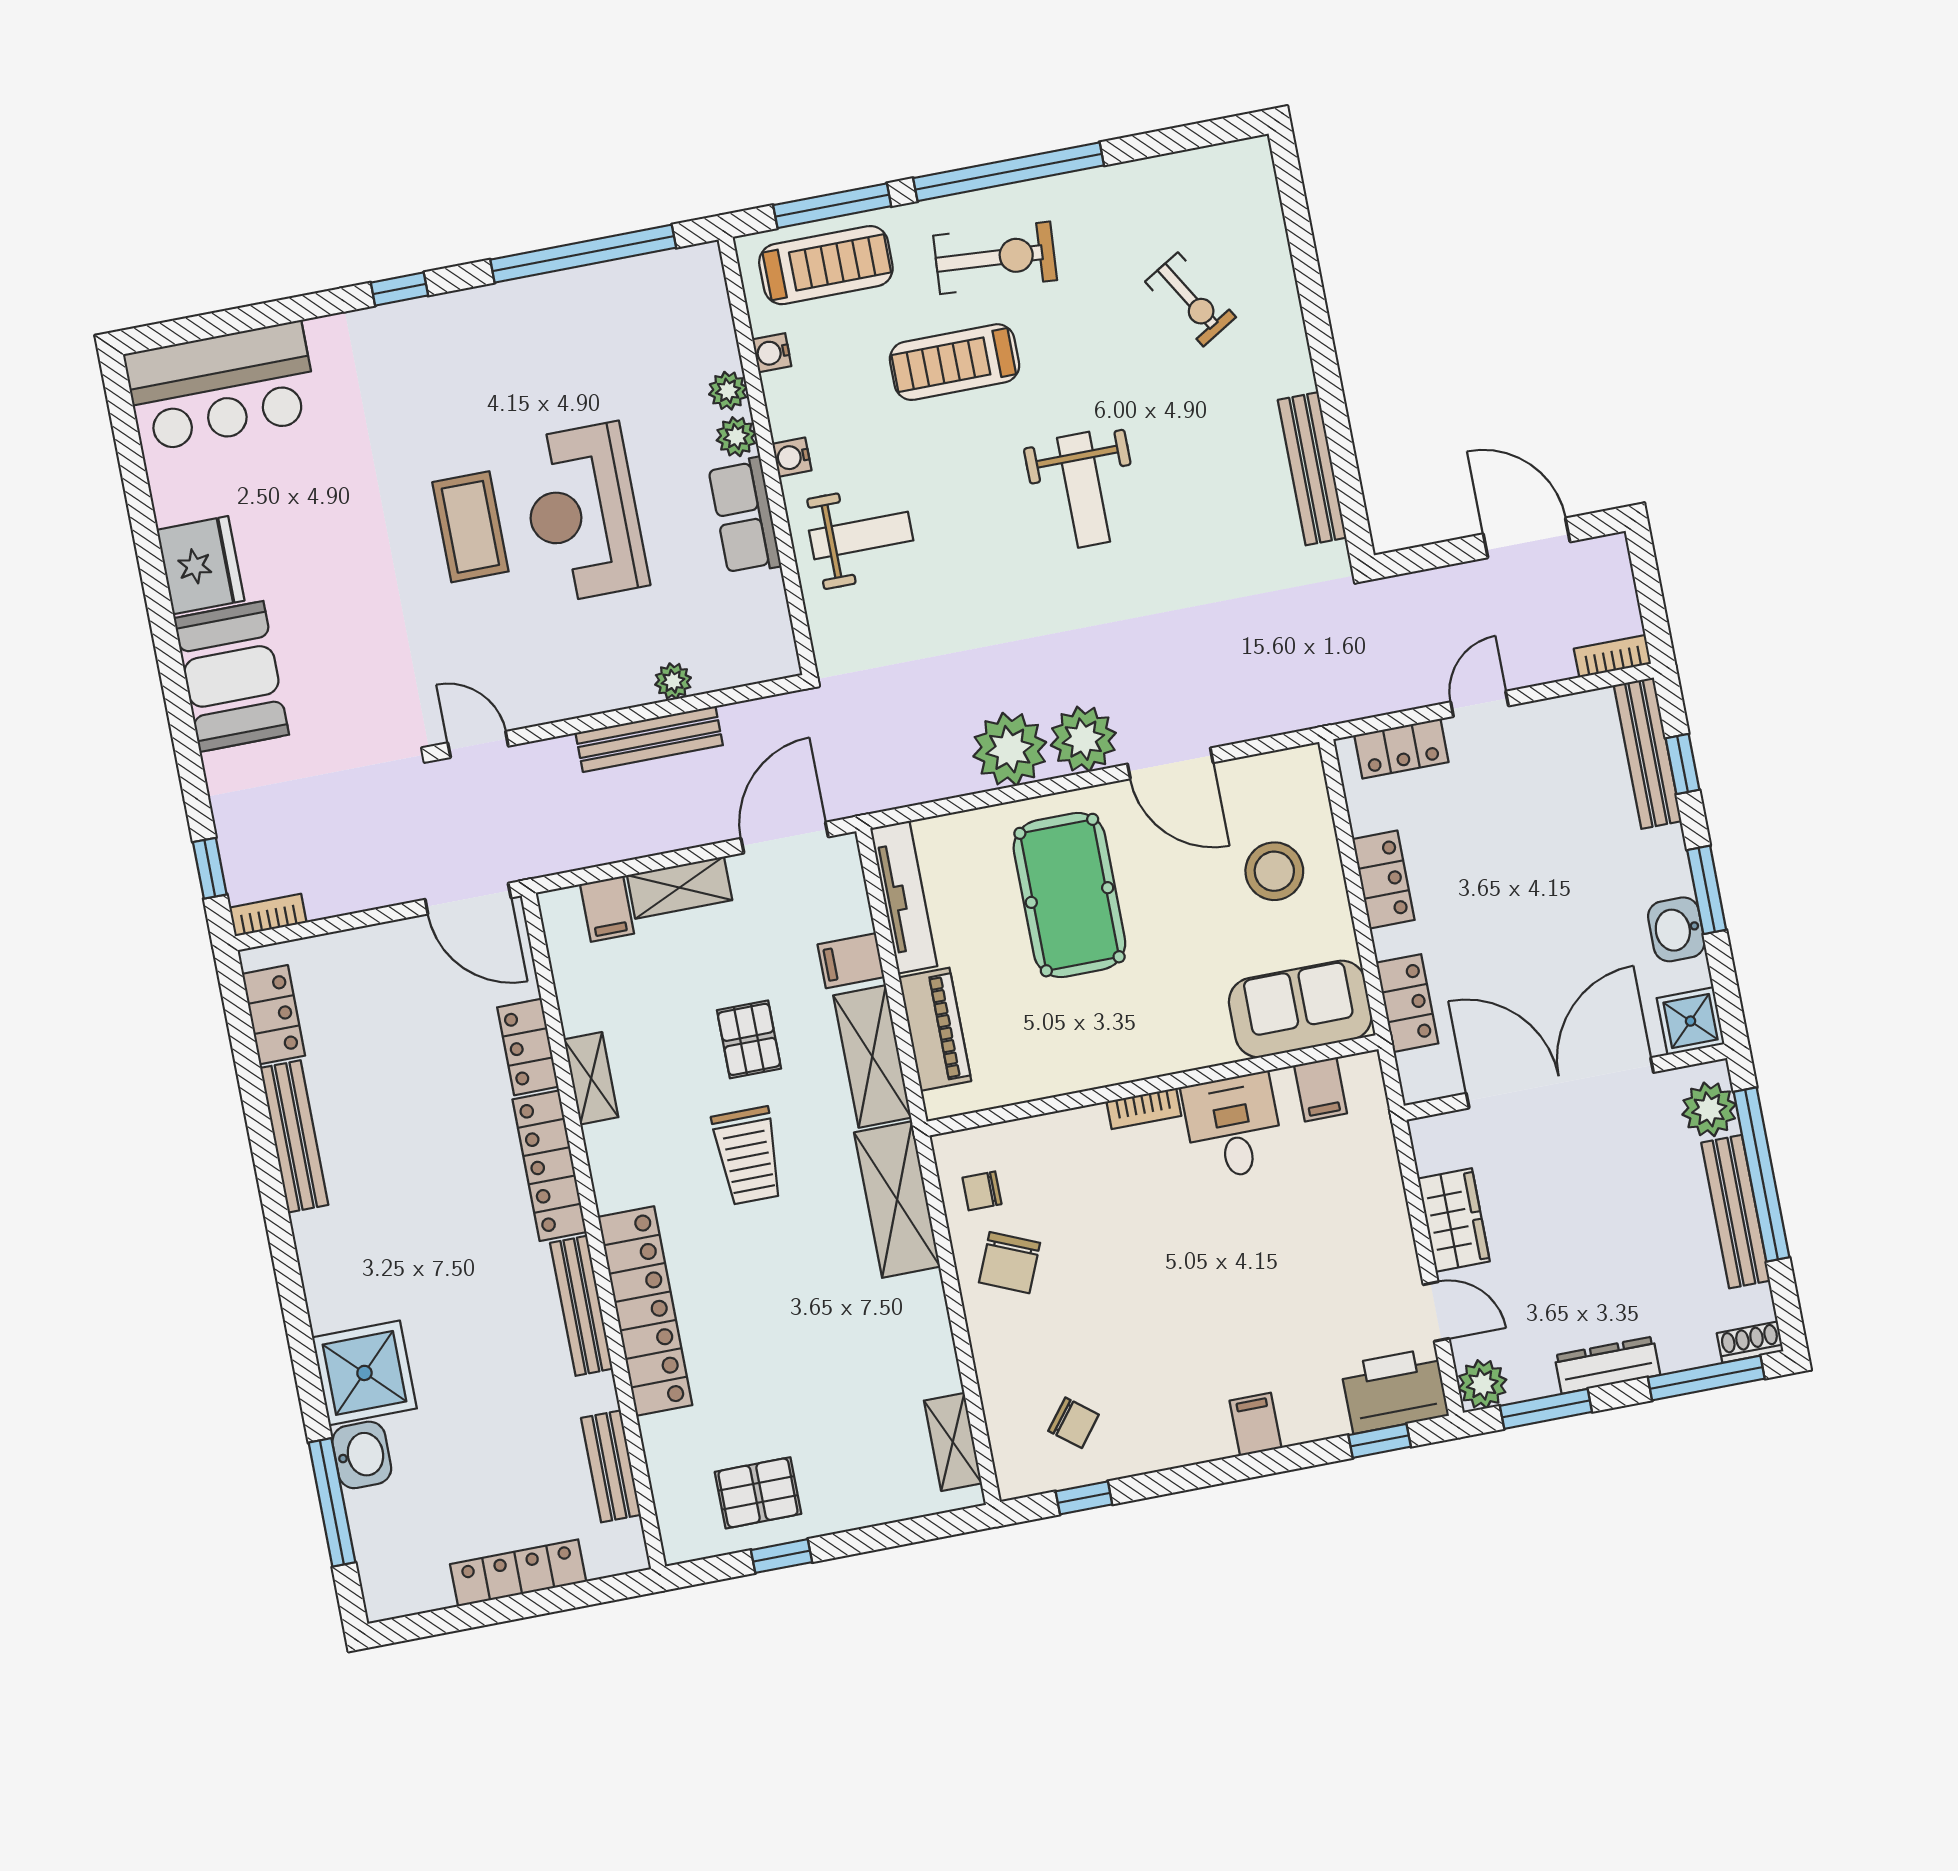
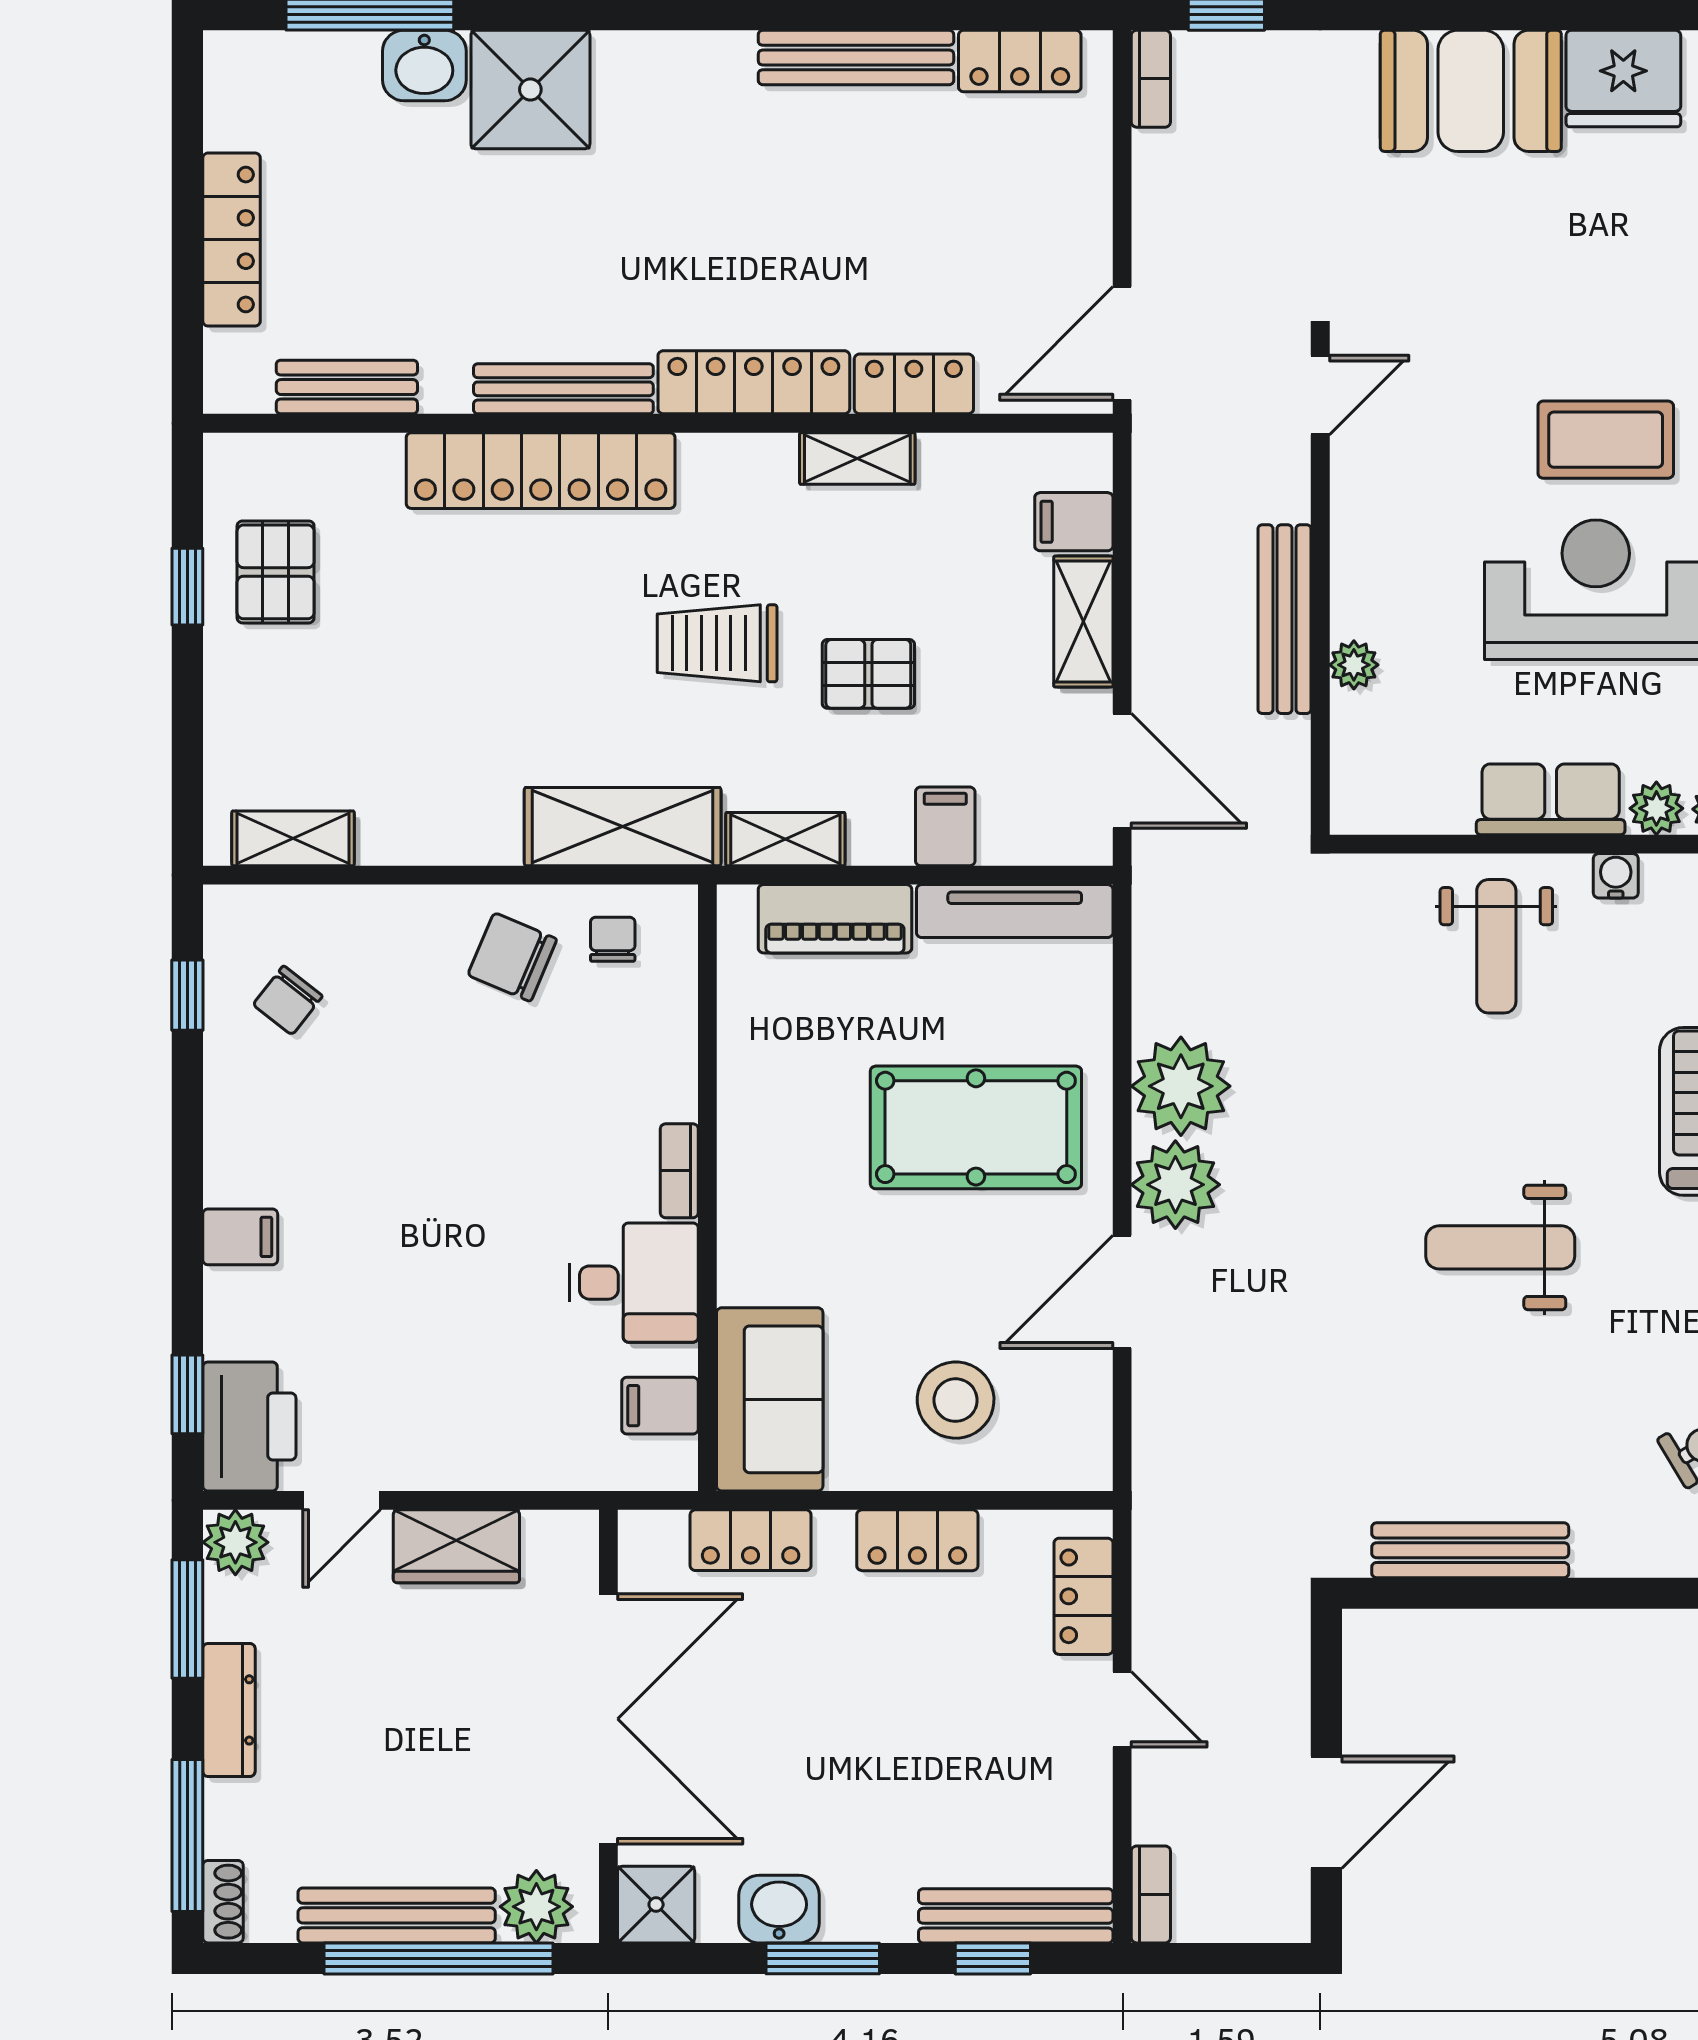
shelving: (872, 1056) -> (785, 839), width x0.67, depth x0.75

